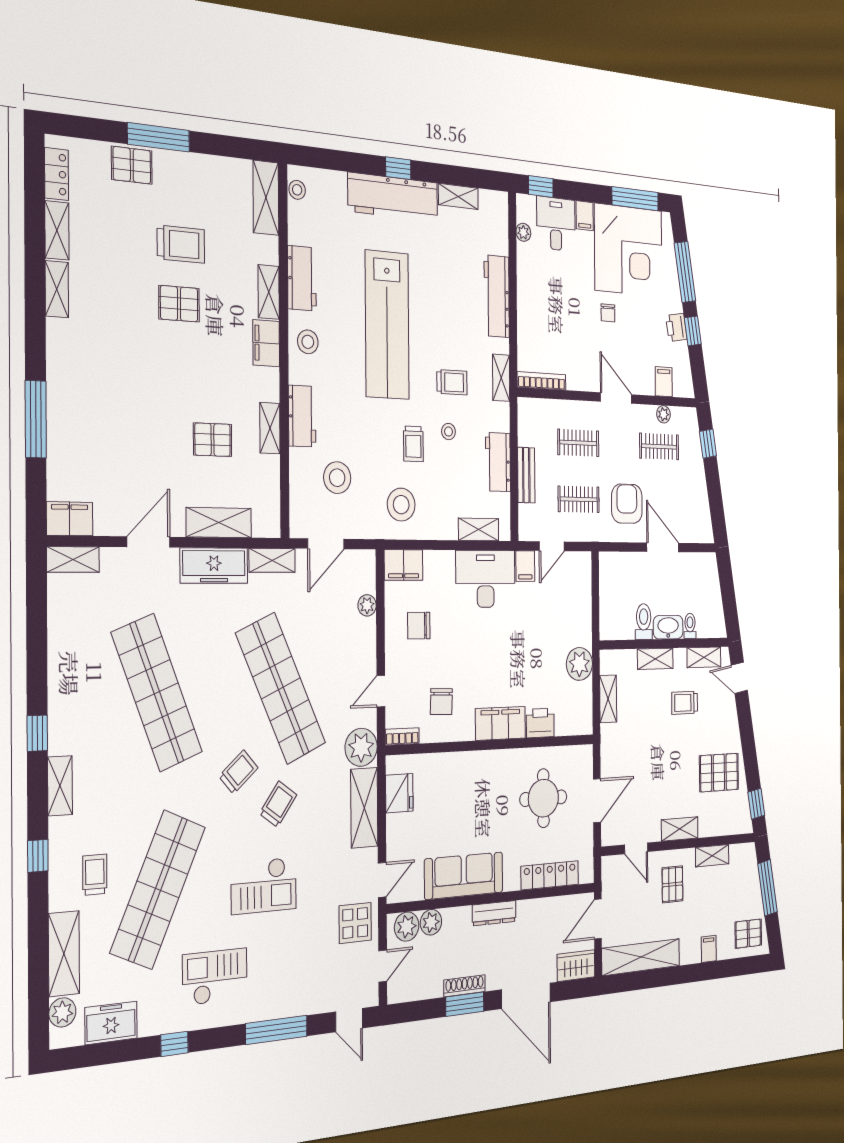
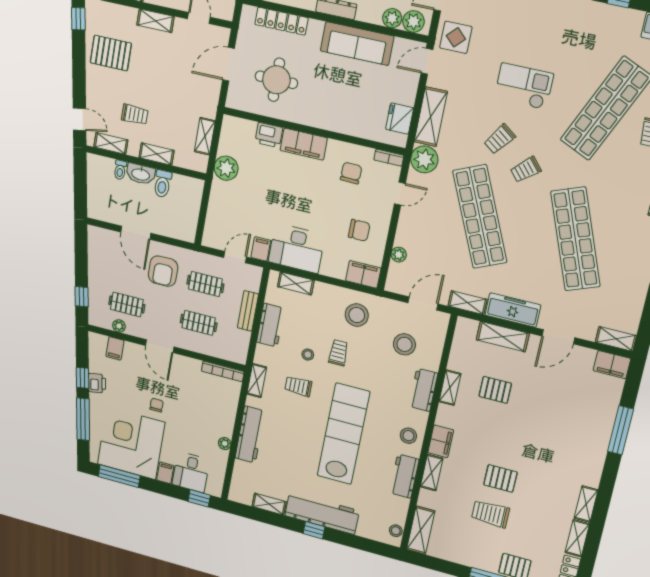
plant: (523, 232) -> (225, 444), moved
checkout: (215, 977) -> (577, 35), removed

